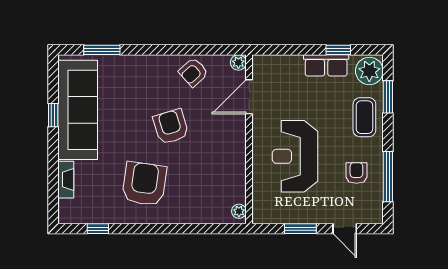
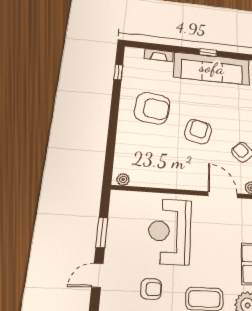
armchair: (171, 127) -> (198, 132), turned -59
reception desk: (295, 156) -> (170, 231), turned -90

